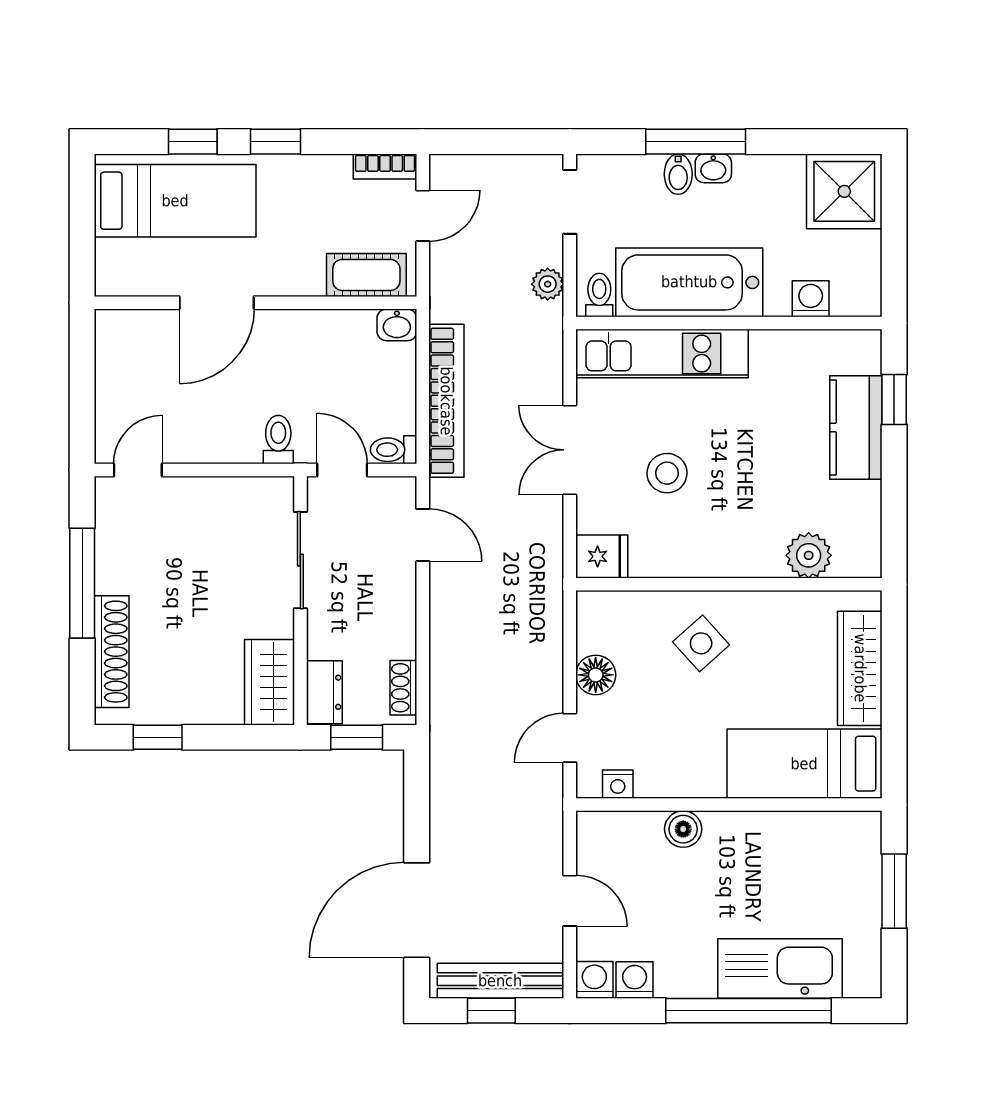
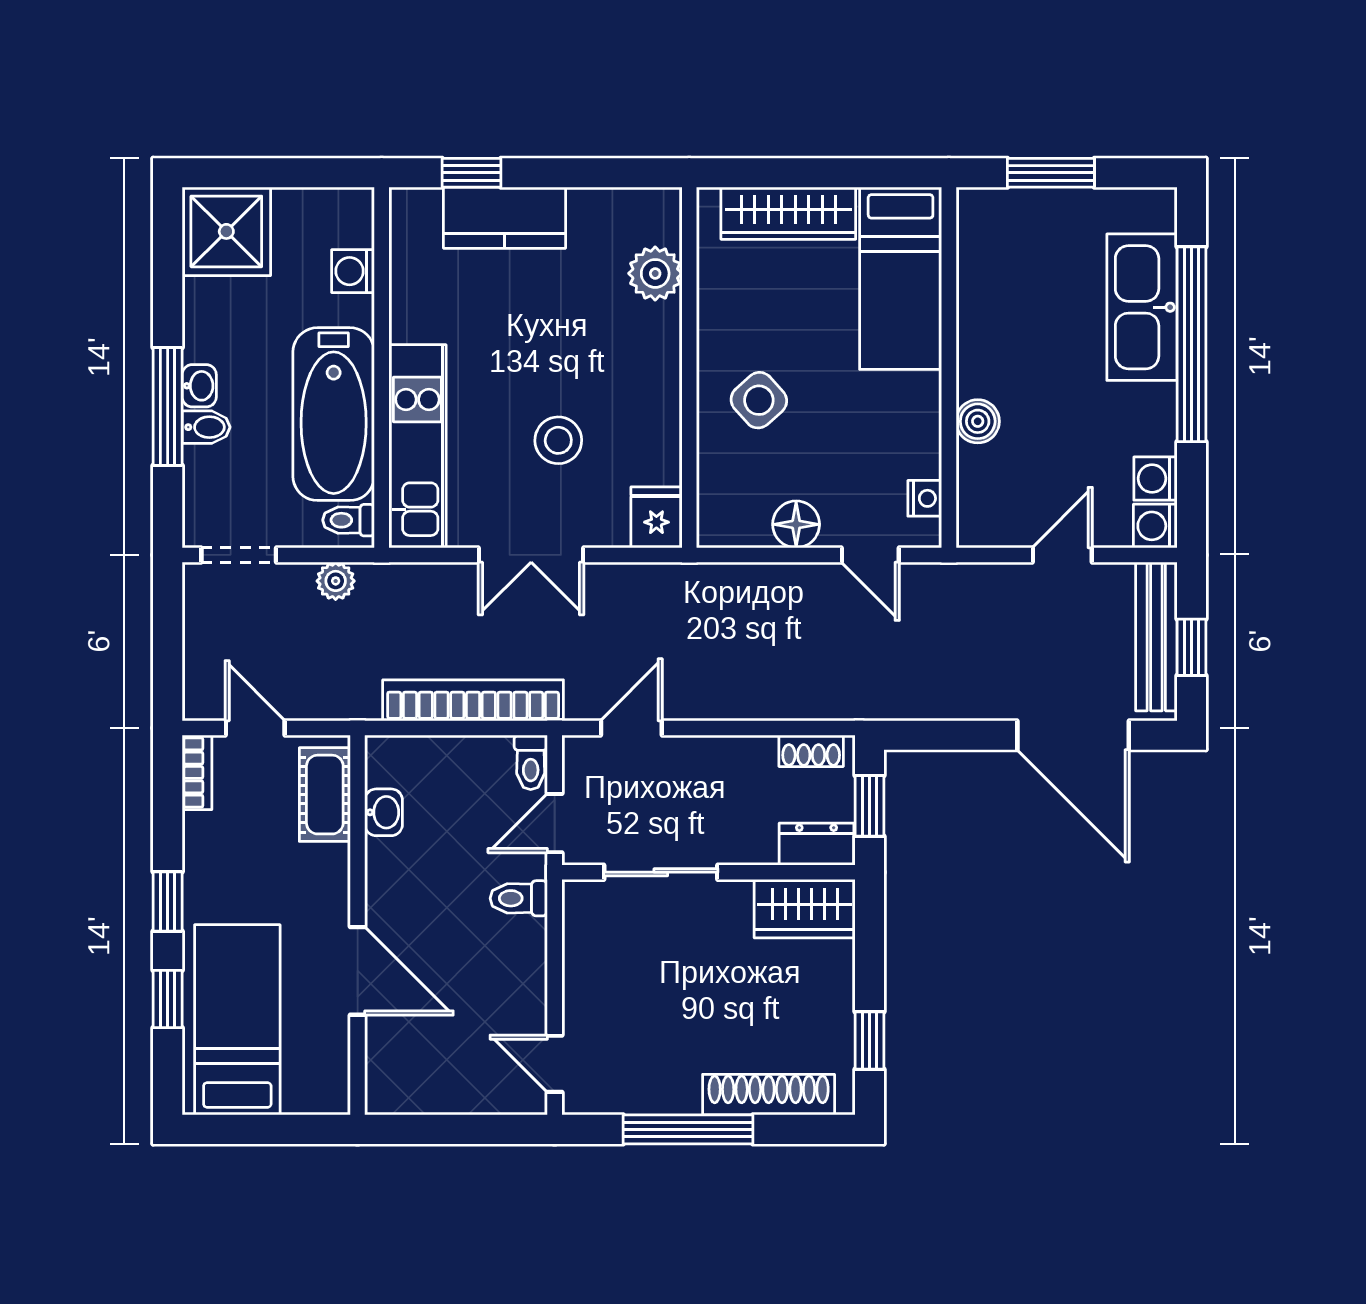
washbasin: (397, 325) -> (384, 812), moved

